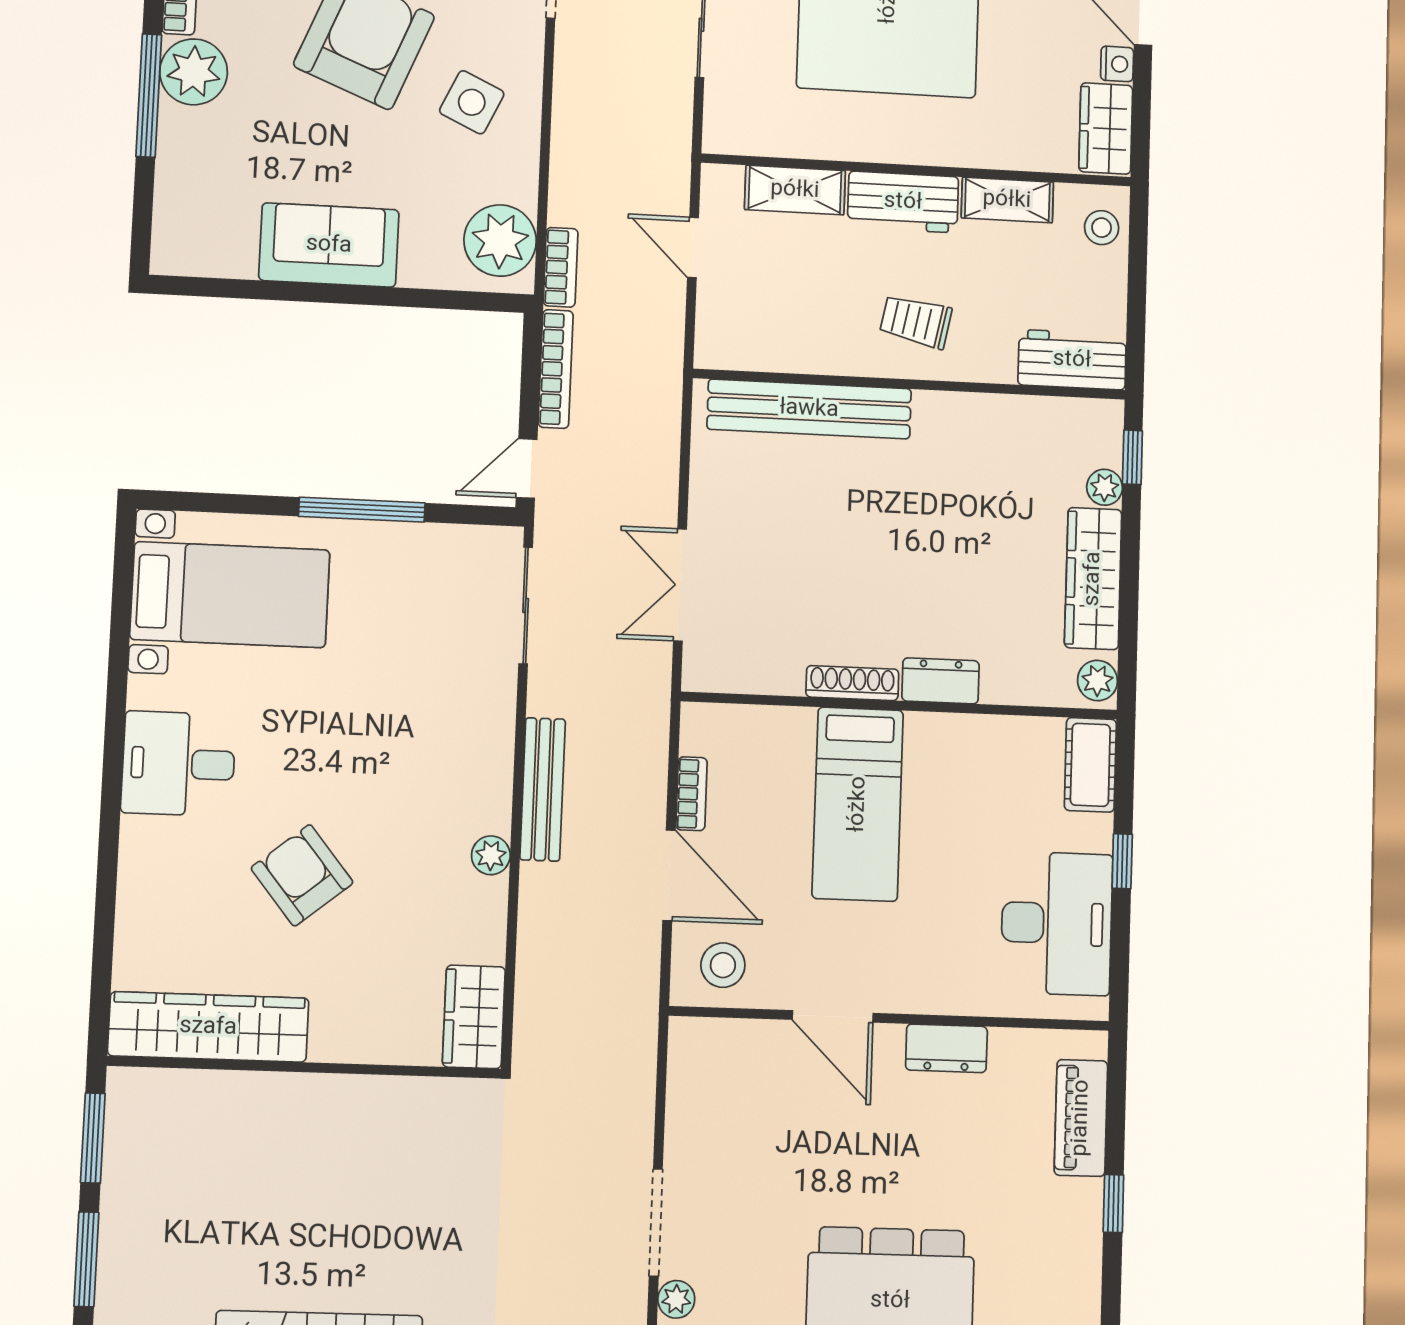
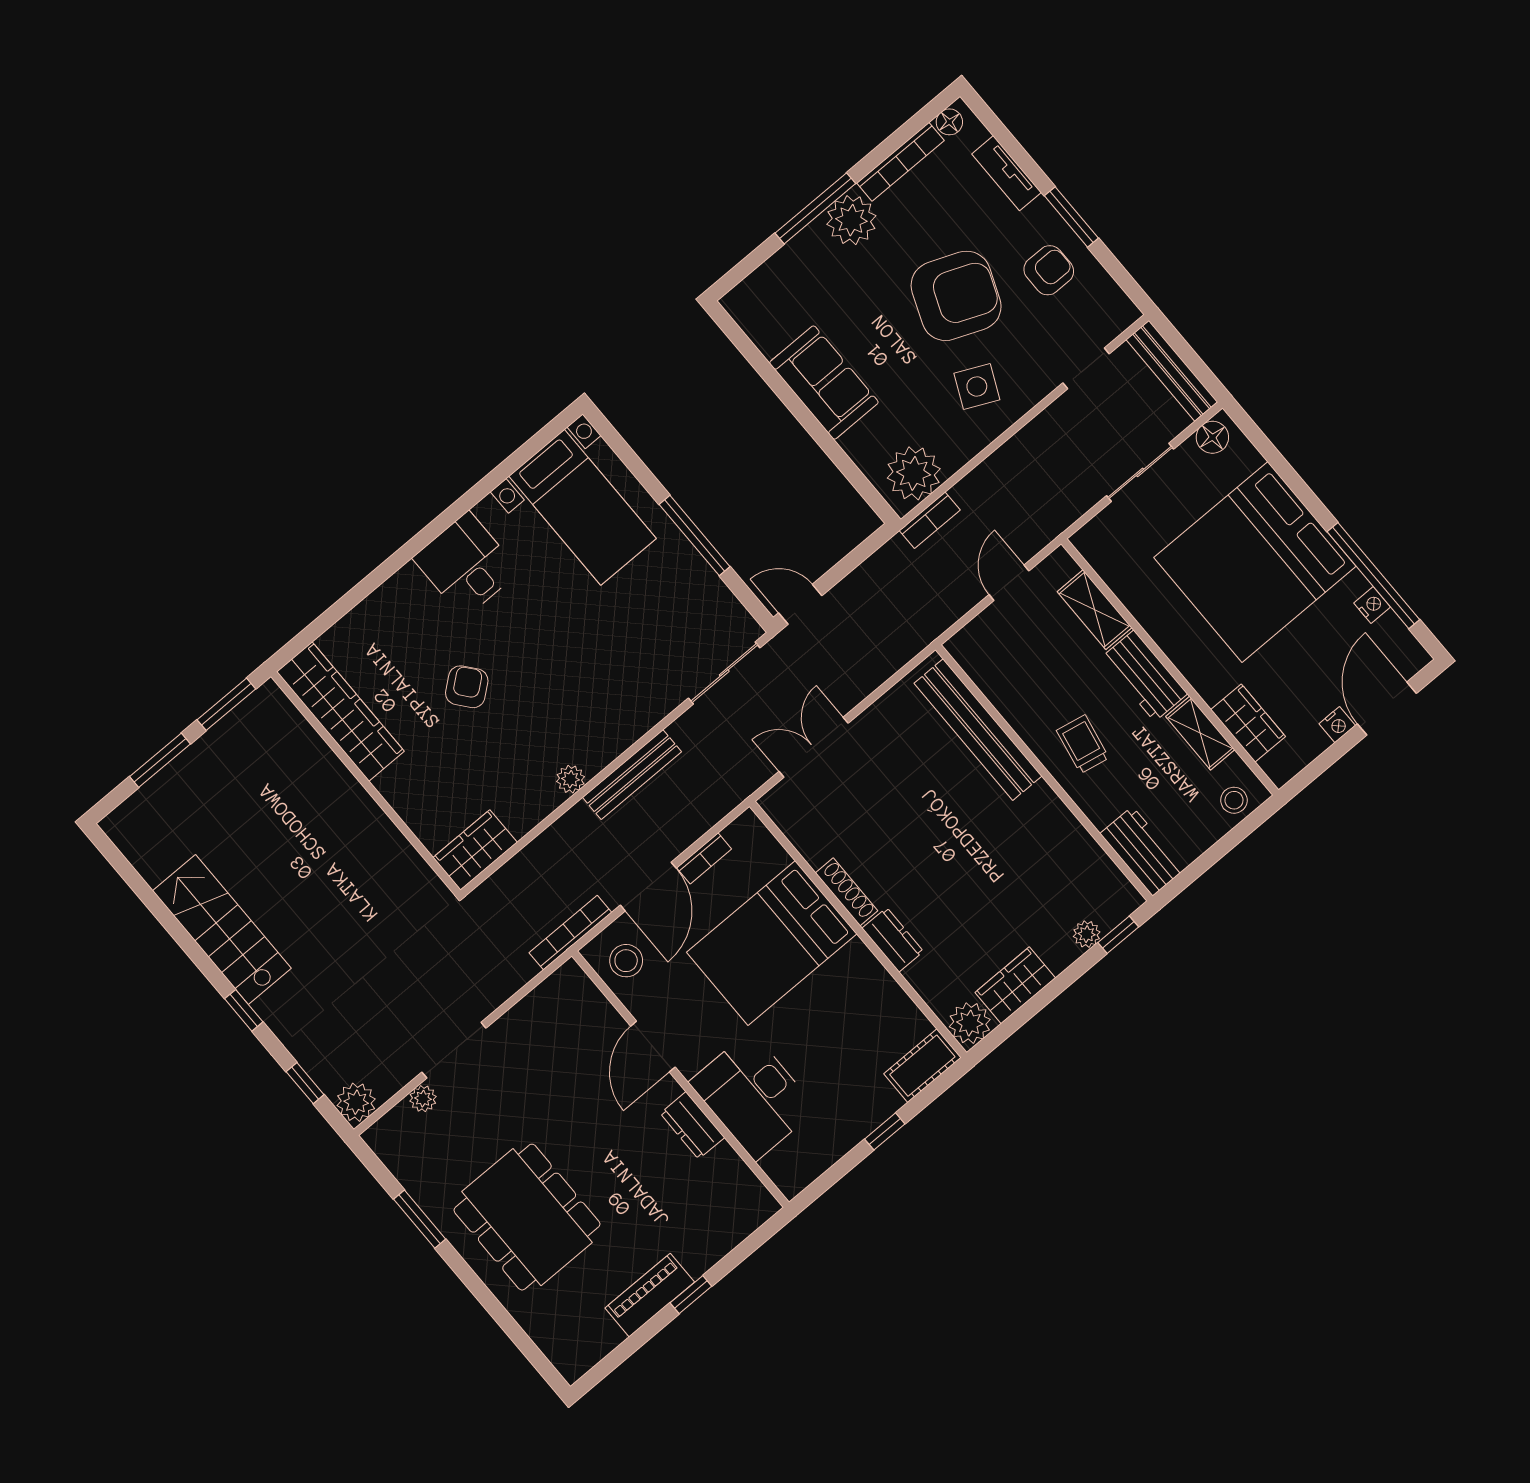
wardrobe: (1106, 128) -> (1248, 723), moved, turned 90
bookcase: (556, 369) -> (570, 933), moved, turned 180
wardrobe: (1093, 579) -> (1015, 985), width x0.67
plant: (1097, 681) -> (970, 1023), width x1.38, depth x1.38
bed: (858, 804) -> (772, 943), width x1.50
armchair: (302, 875) -> (467, 687), width x0.72, depth x0.72
desk: (1057, 923) -> (753, 1096), moved, turned 90
piano: (1081, 1118) -> (650, 1295), moved

